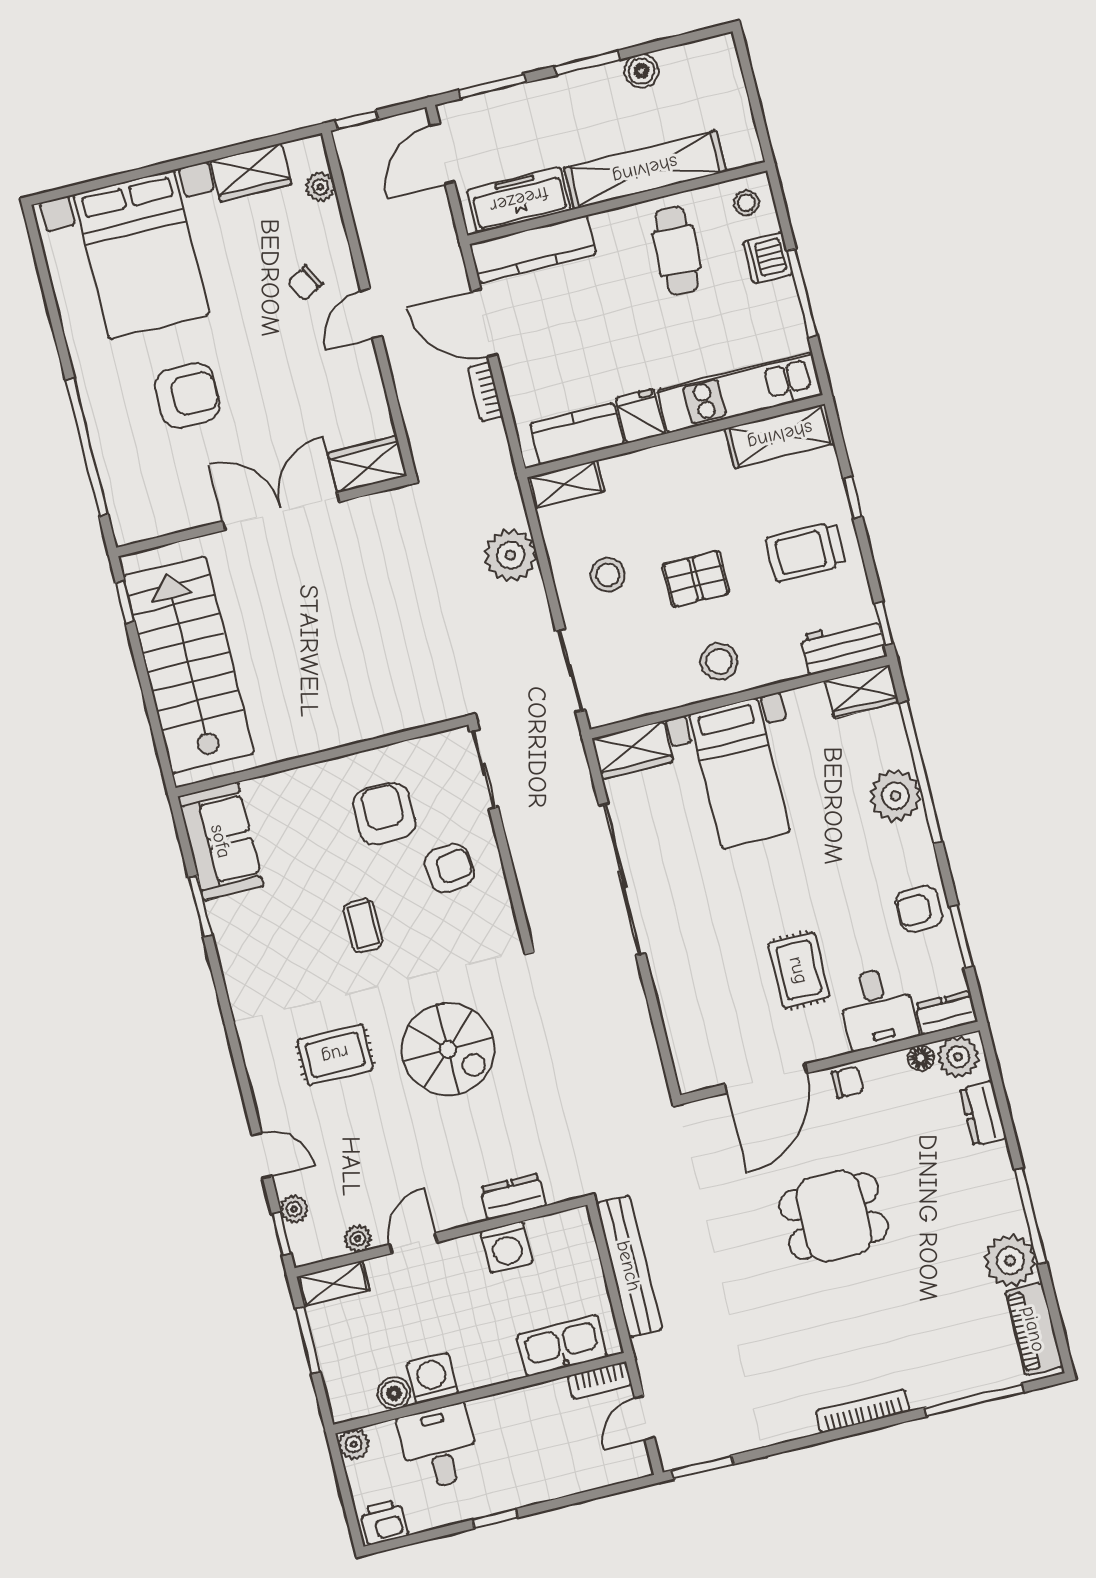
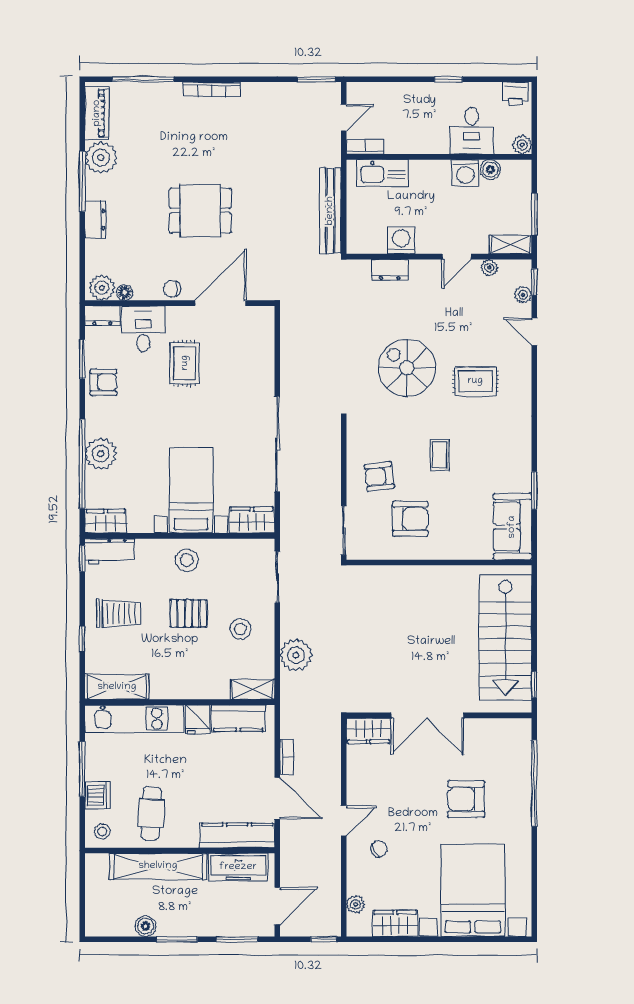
armchair: (384, 814) -> (410, 519), turned -90
dresser: (983, 1113) -> (95, 220), moved

